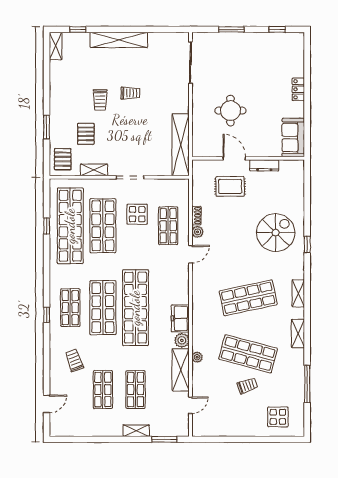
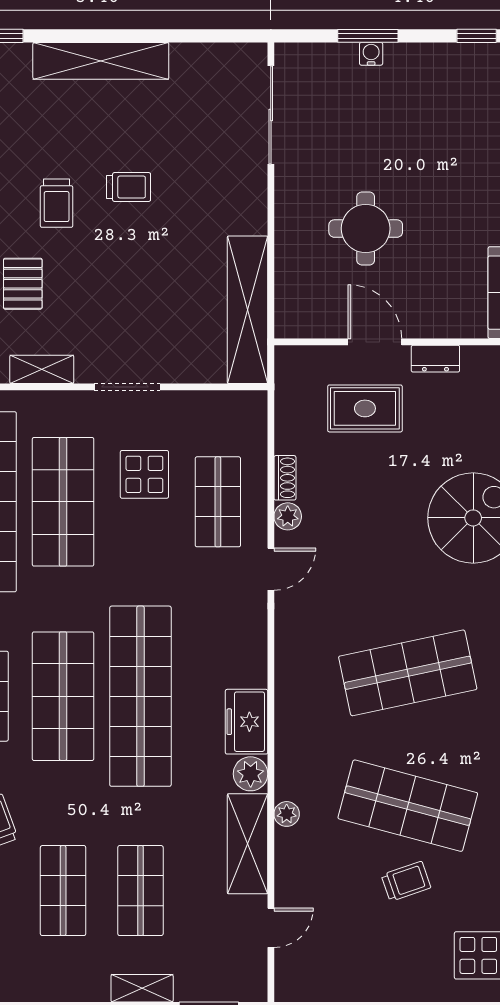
water cooler: (233, 37) -> (371, 54), added
dresser: (264, 165) -> (435, 359), width x0.70

